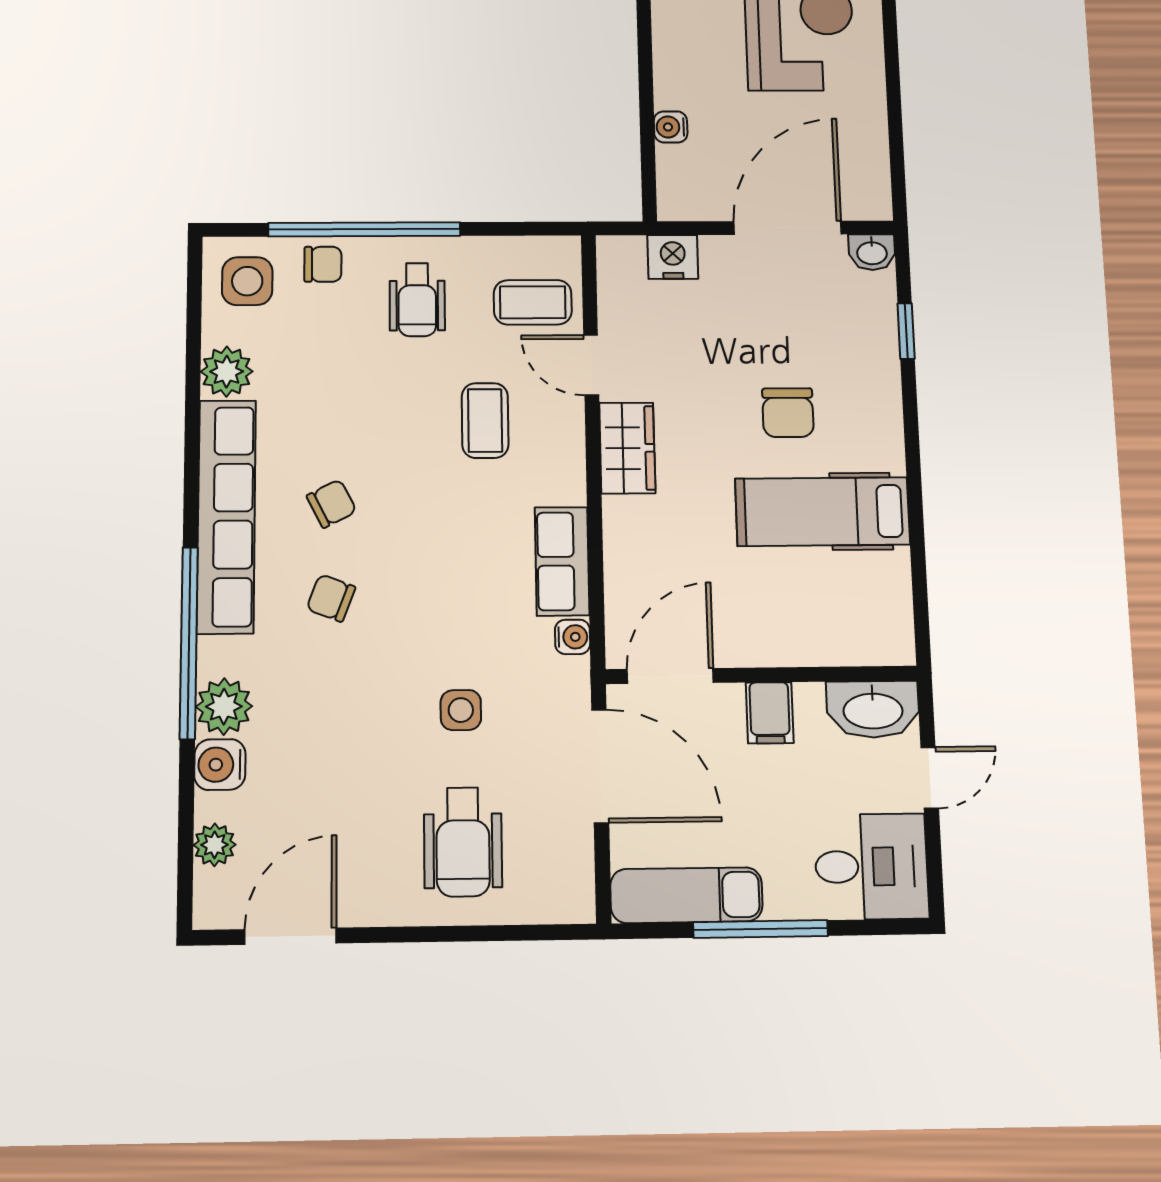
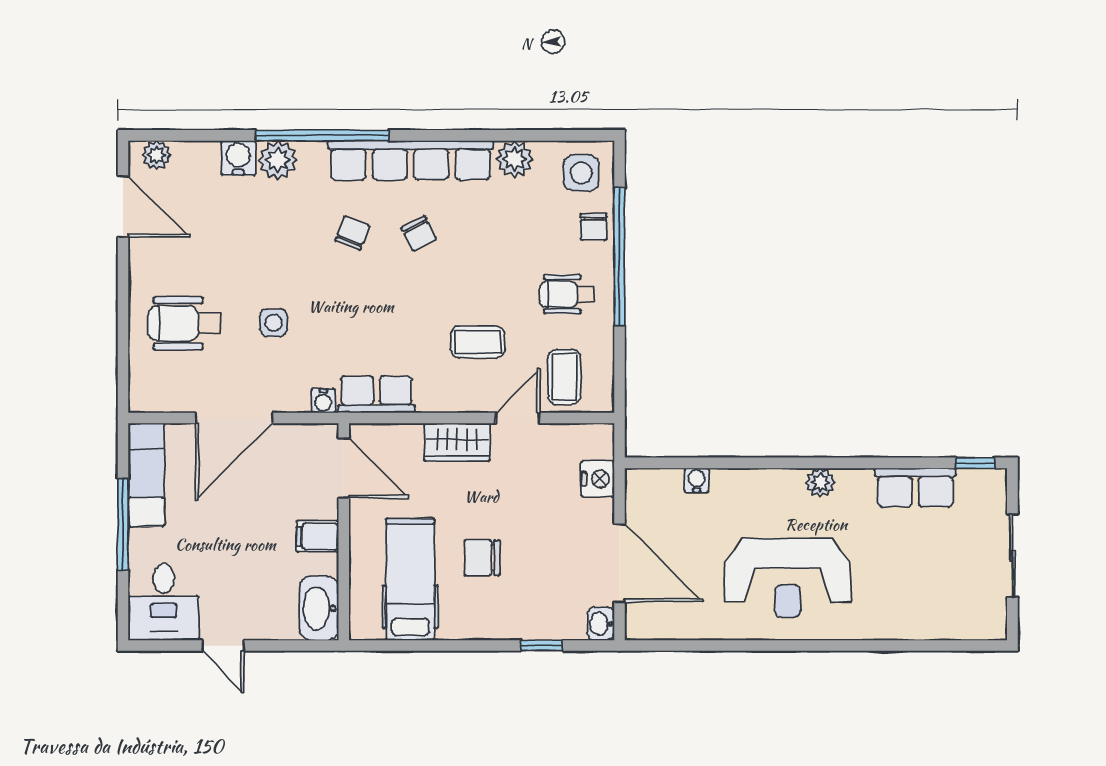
wall: (762, 675) -> (344, 532), moved
door: (670, 676) -> (344, 468), moved
washbasin: (873, 709) -> (319, 608), moved
filing cabinet: (770, 713) -> (317, 536), moved
plant: (215, 845) -> (157, 155), moved

